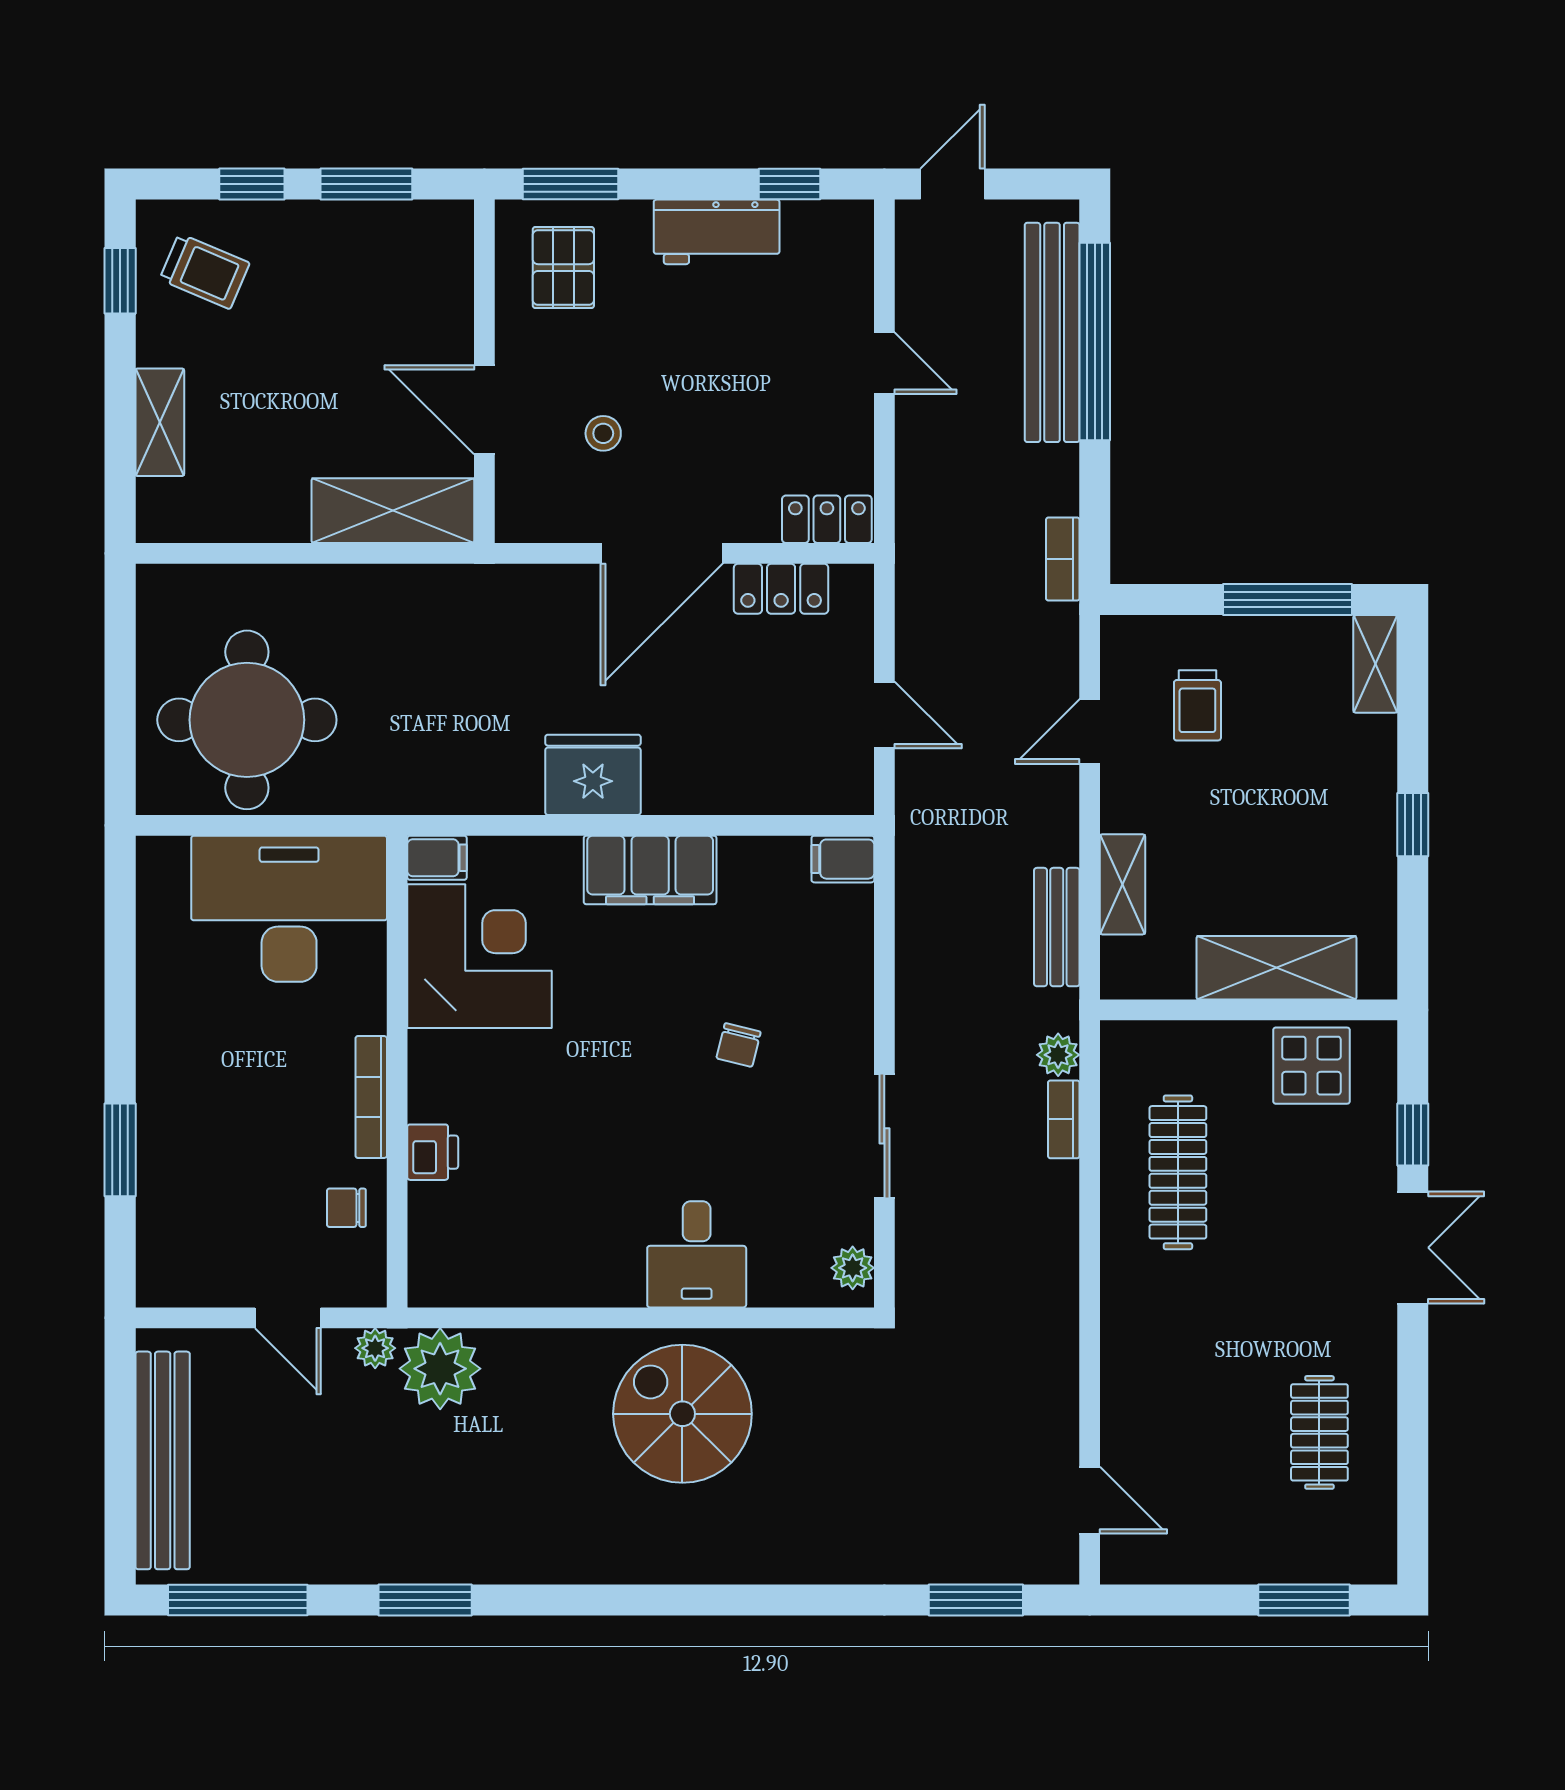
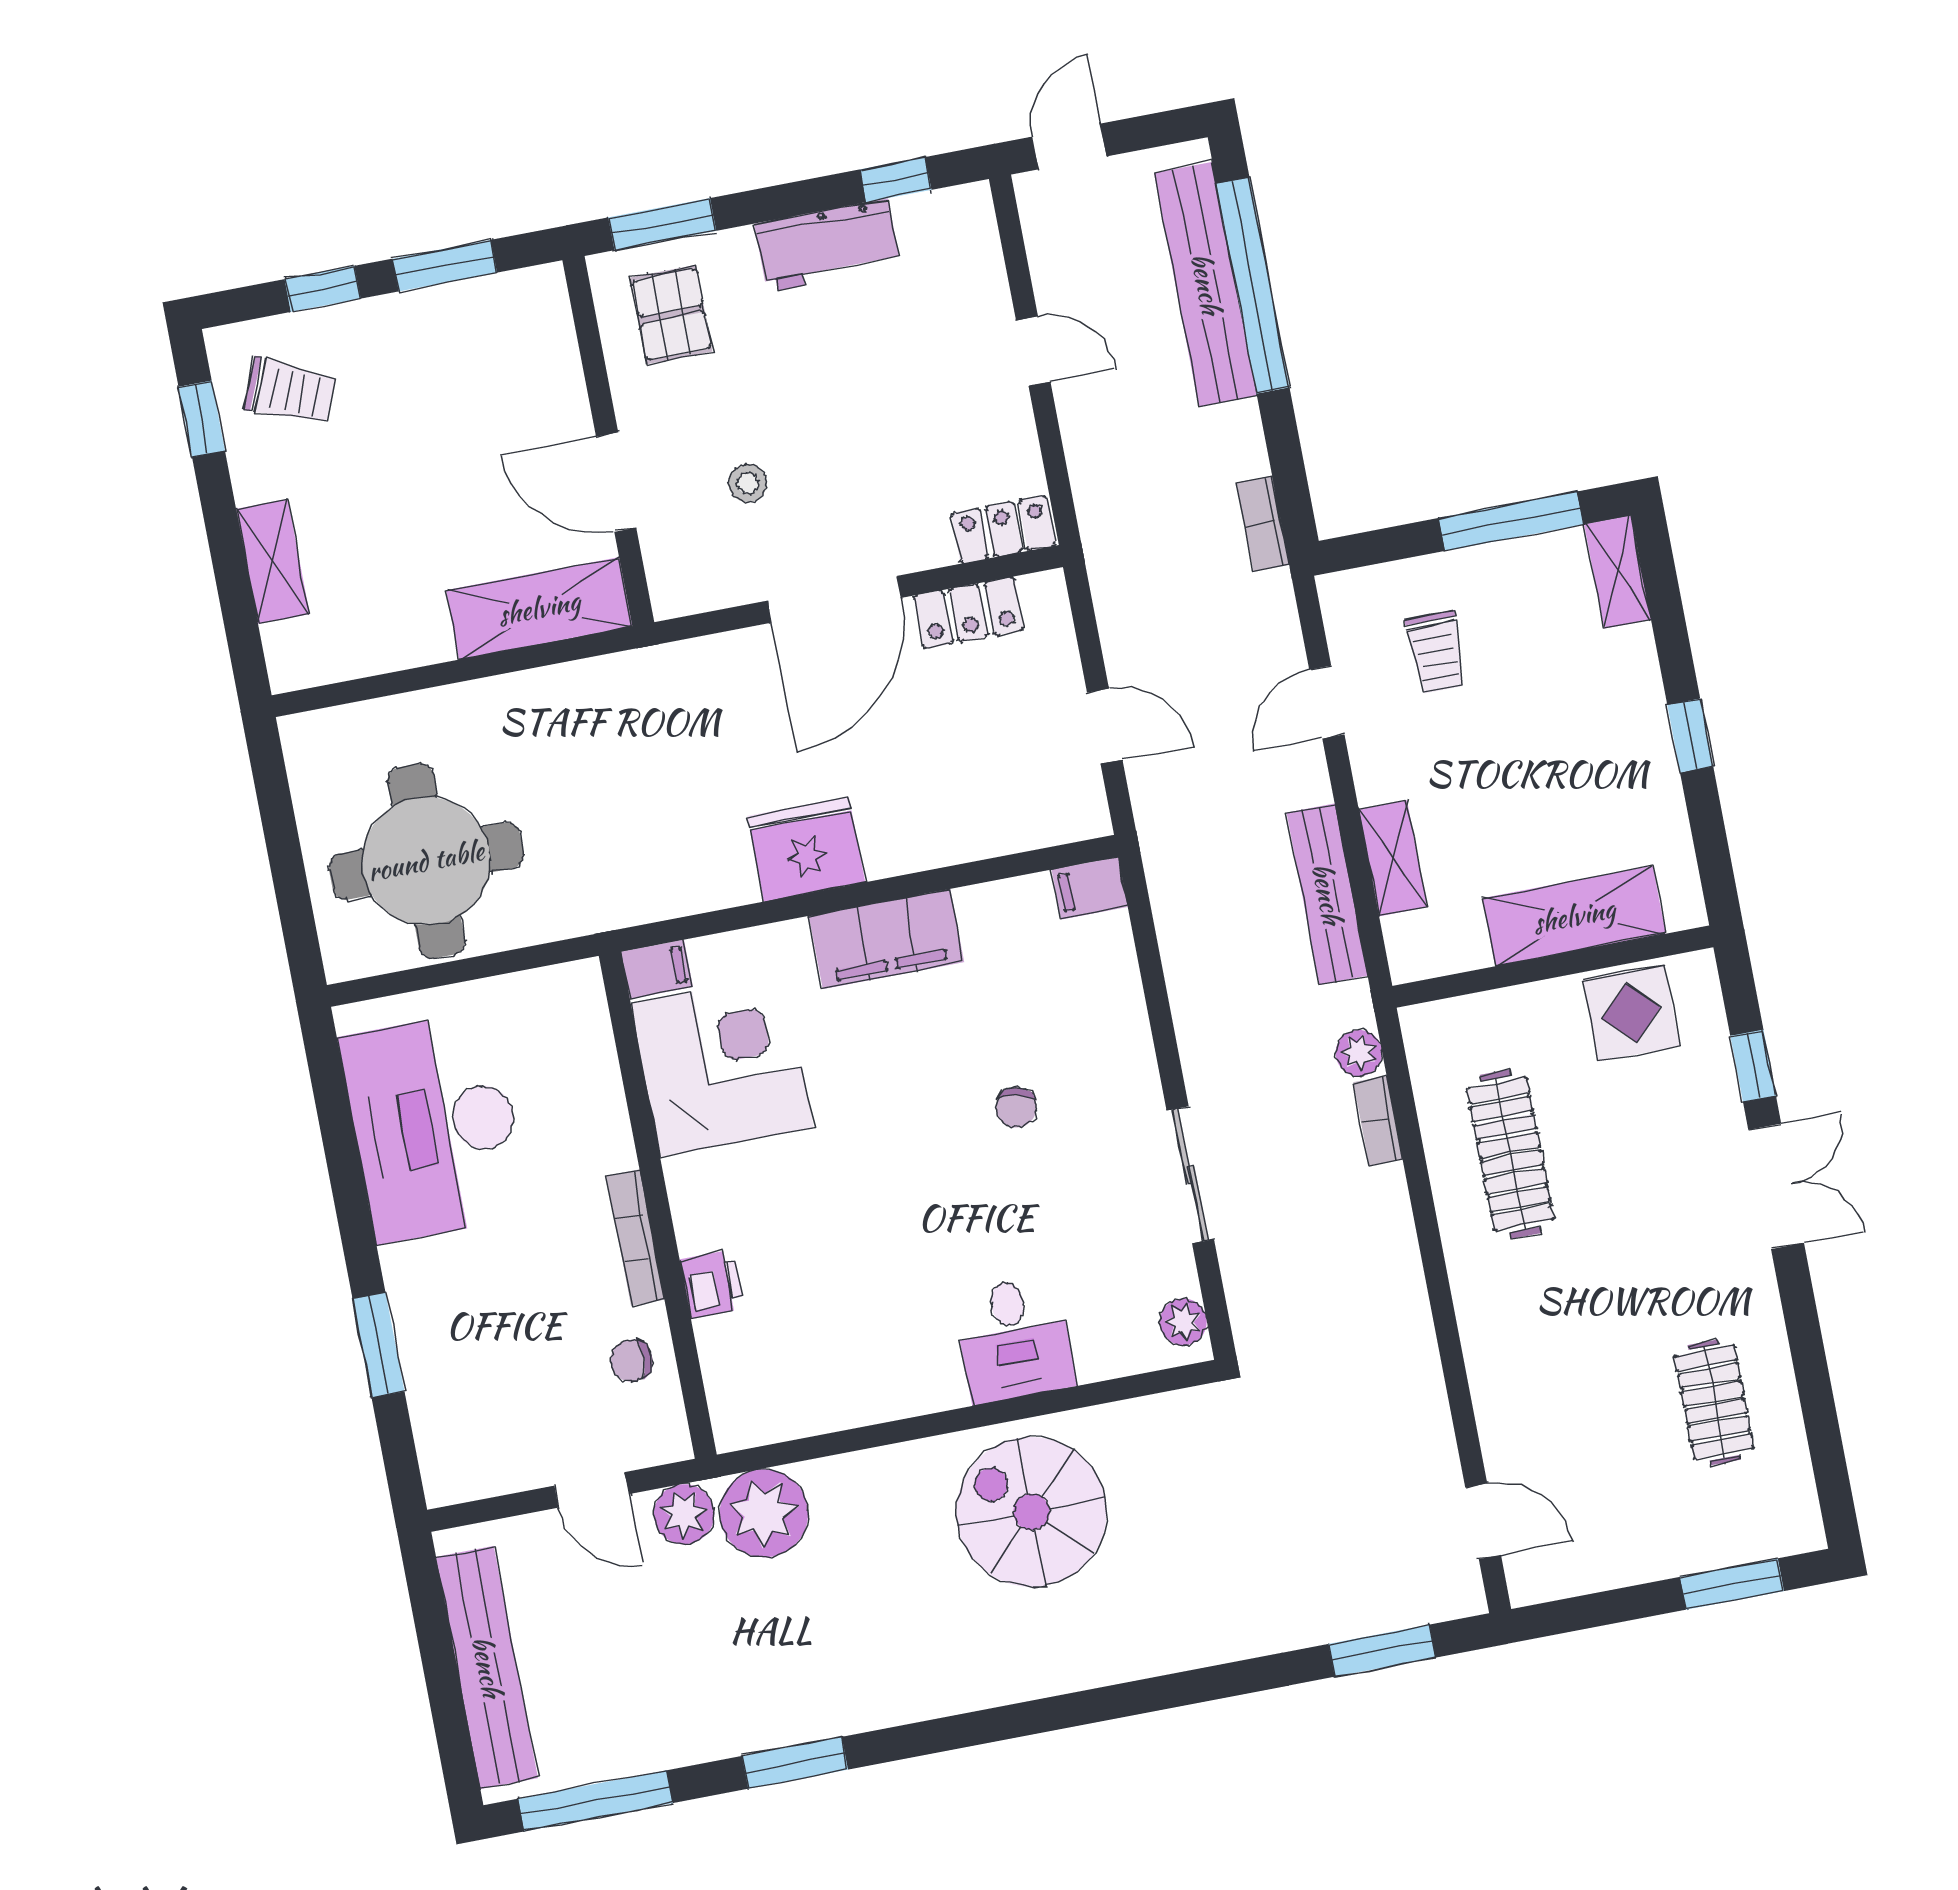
desk: (289, 909) -> (435, 1127), moved, turned -90
bench: (1057, 927) -> (1327, 894), width x1.36
plant: (375, 1348) -> (684, 1514), width x1.38, depth x1.38

